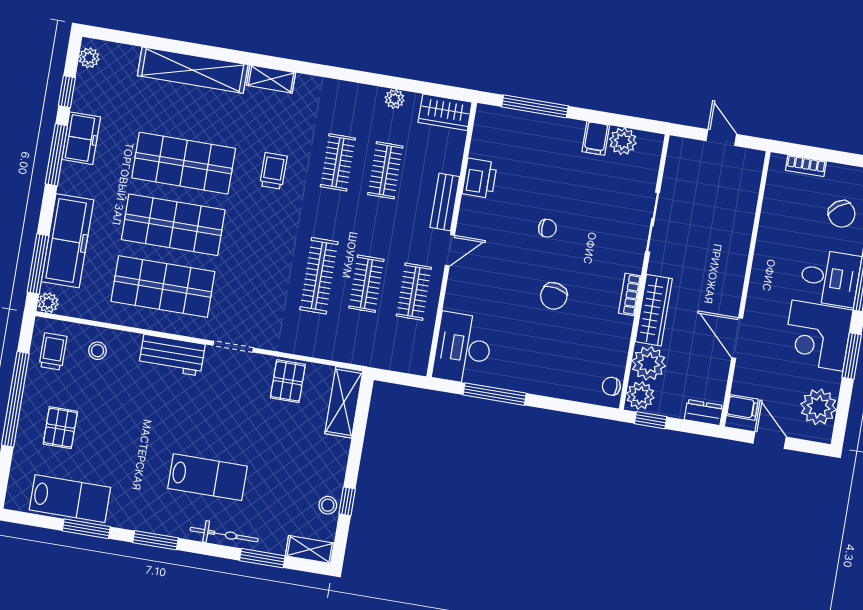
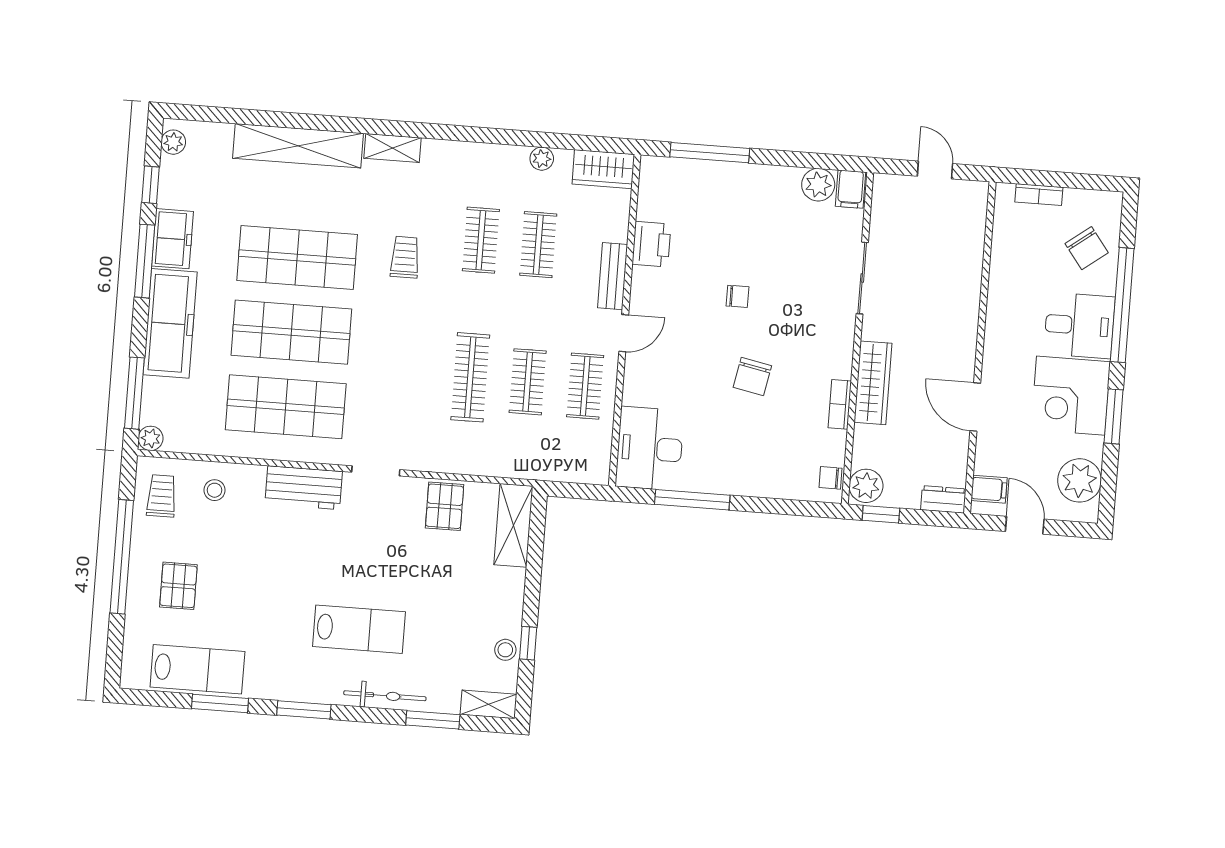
filing cabinet: (596, 138) -> (850, 189), moved
freezer: (68, 241) -> (170, 323), moved
bookcase: (630, 294) -> (840, 404), moved
plant: (649, 363) -> (873, 447), removed

